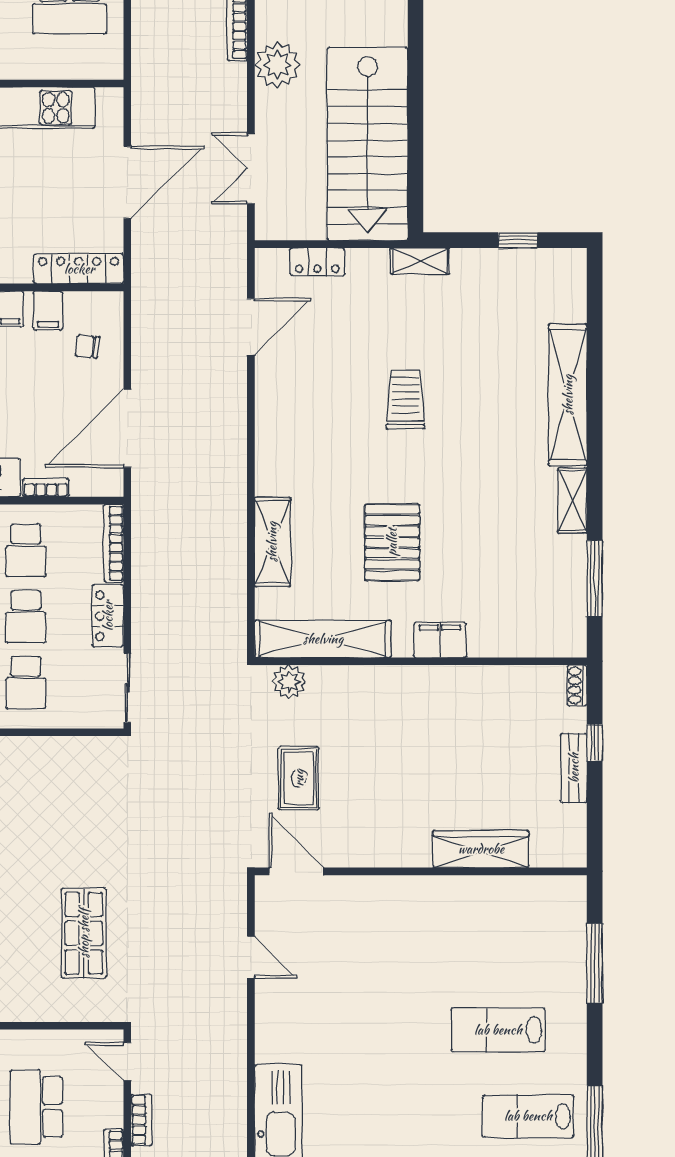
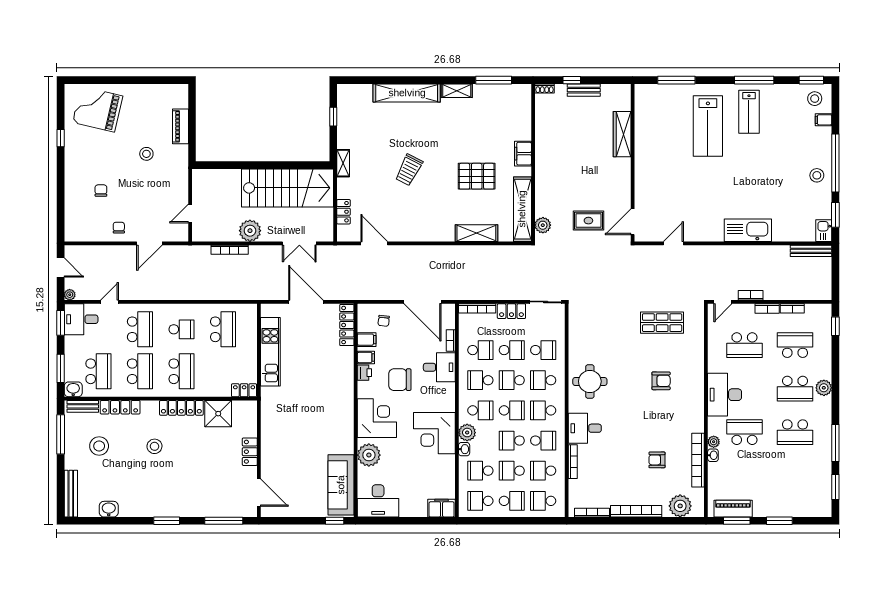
trolley: (406, 400) -> (409, 170), turned -63
lab bench: (498, 1030) -> (708, 126), width x1.36, depth x1.39

